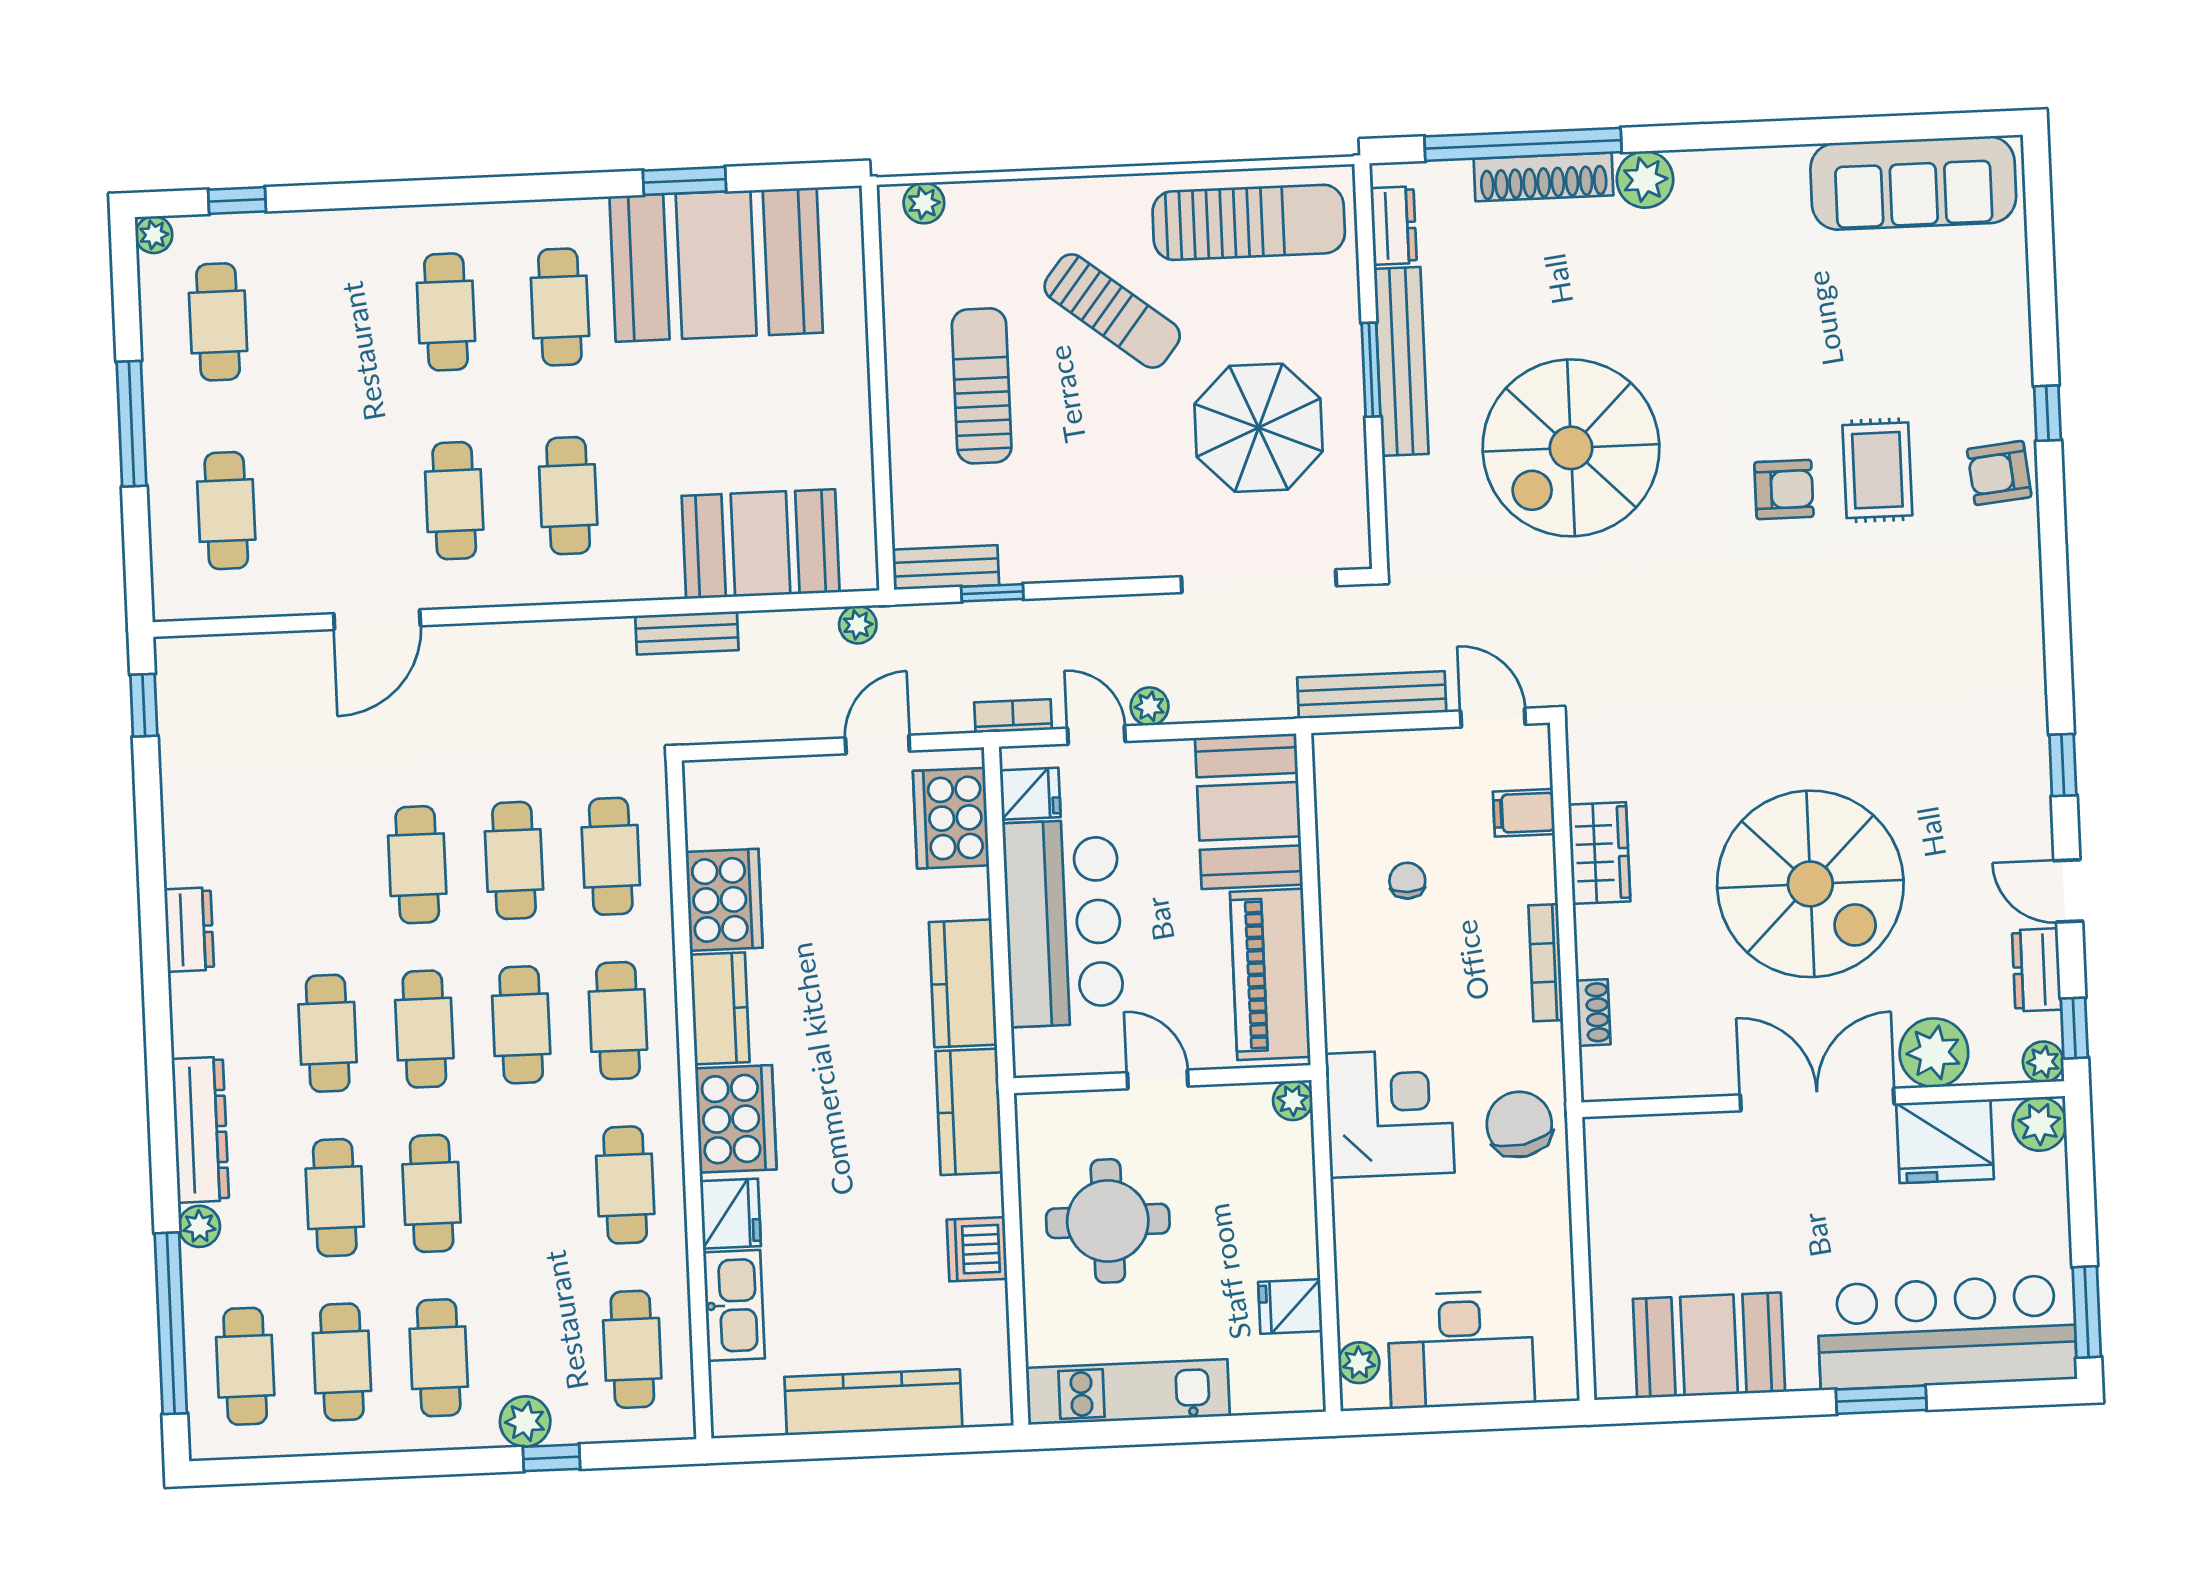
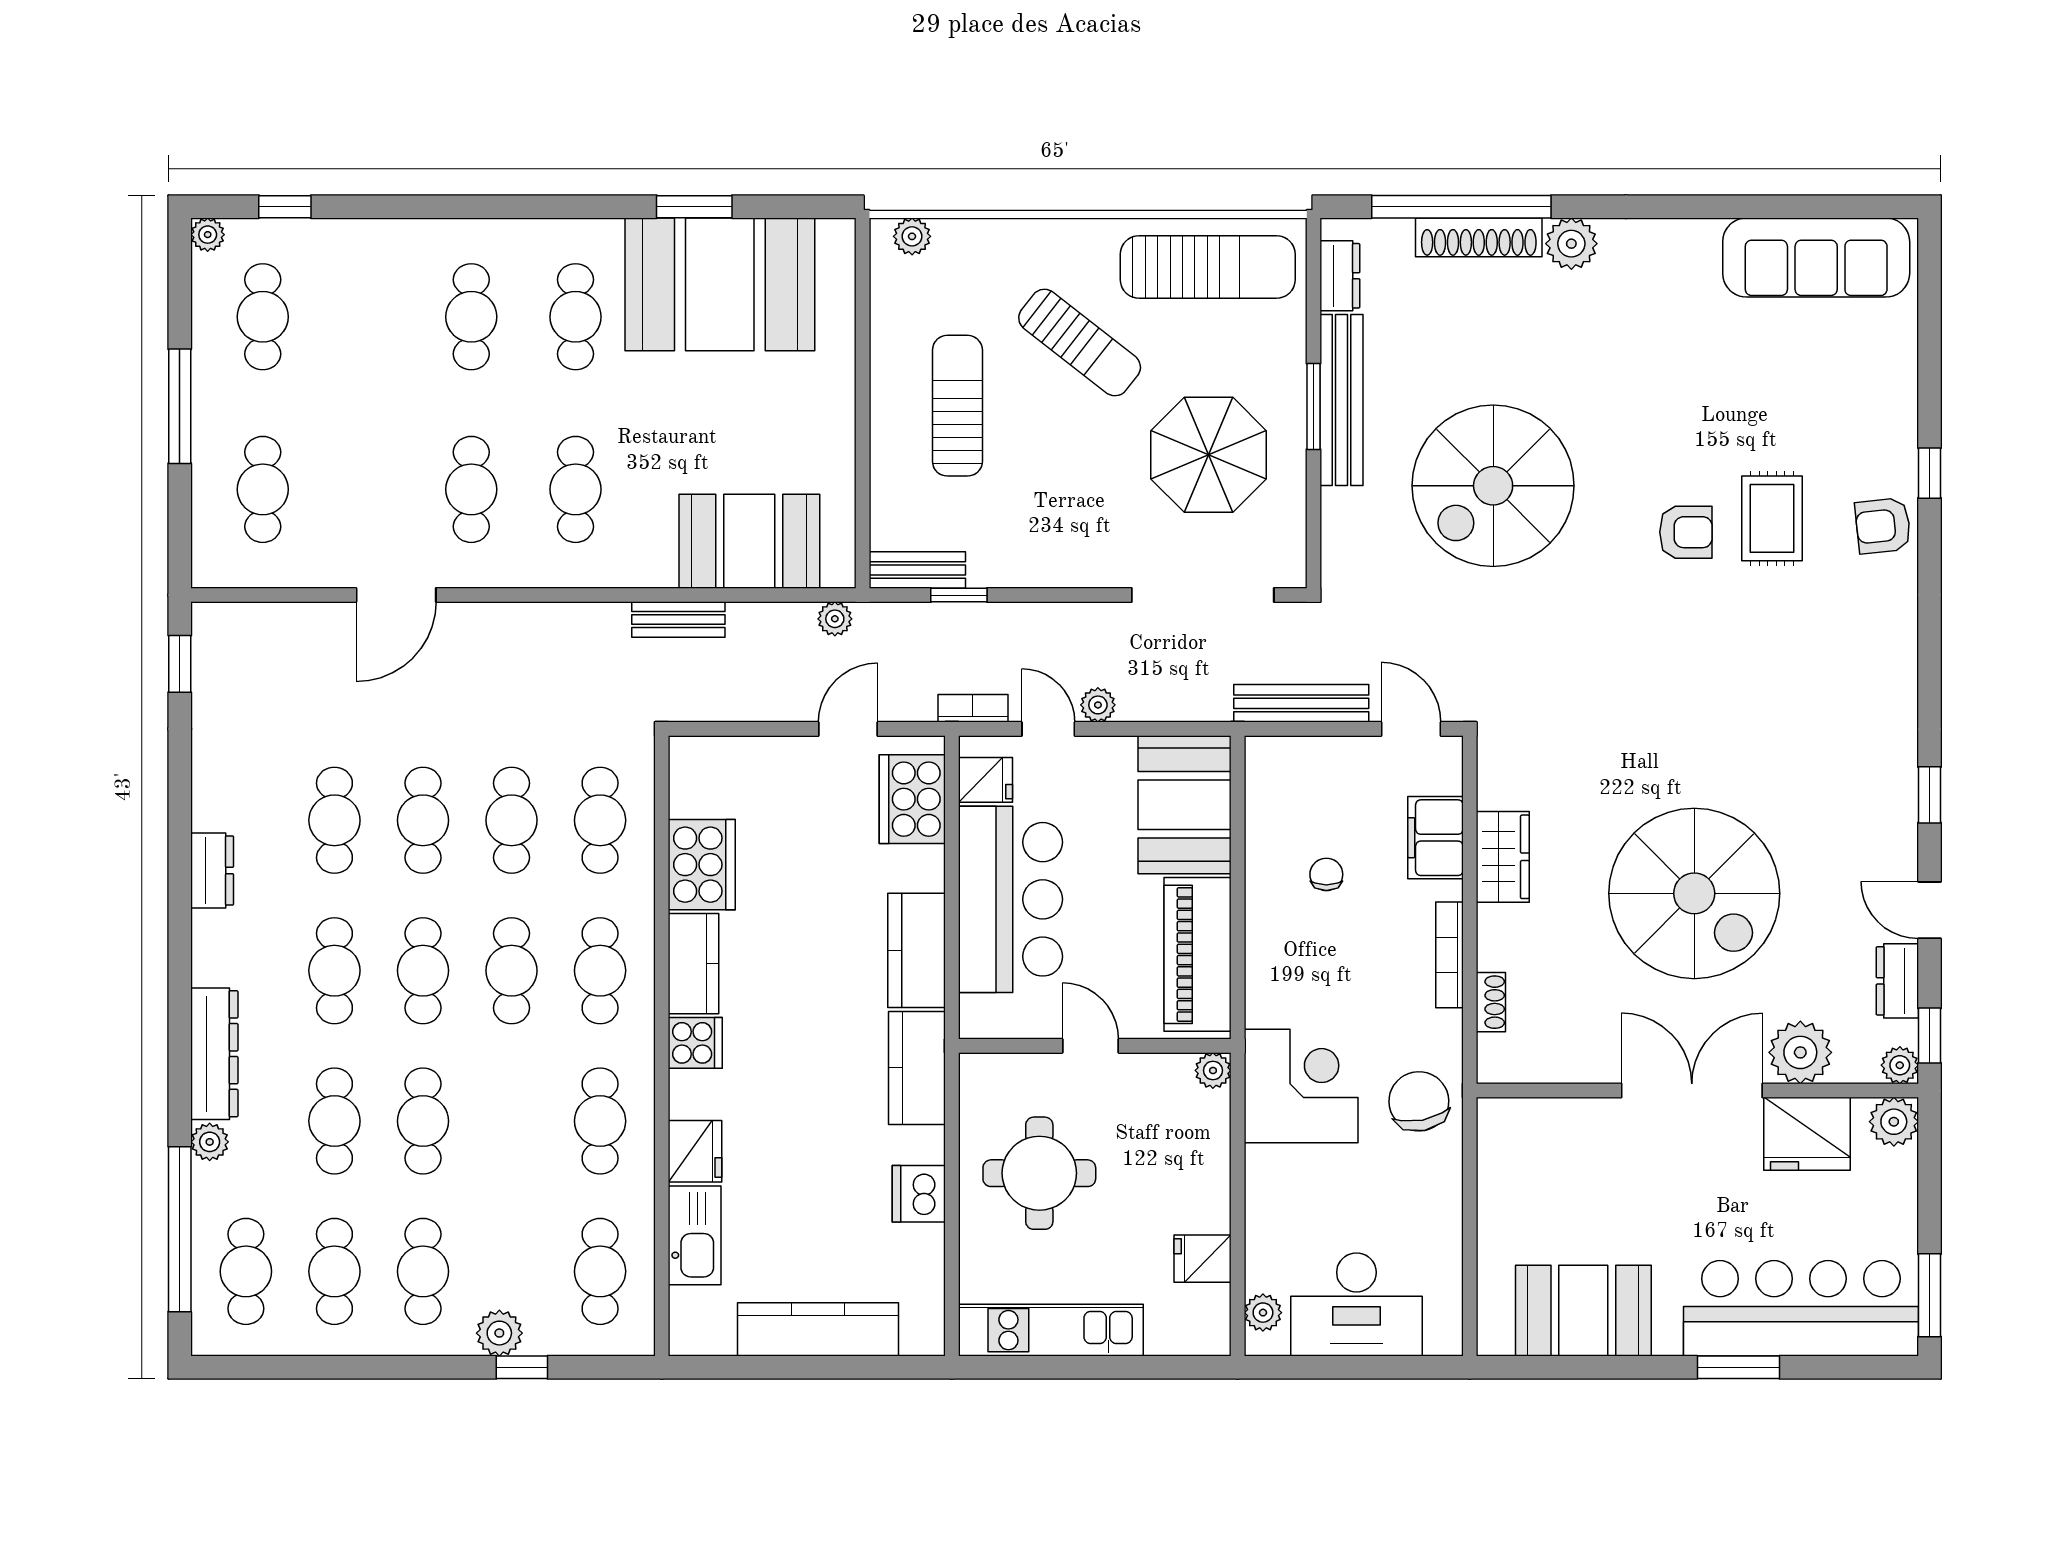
filing cabinet: (1524, 813) -> (1436, 838), width x2.00
cafe table: (320, 869) -> (334, 820), added
cooker: (736, 1119) -> (695, 1043), width x0.53, depth x0.76

